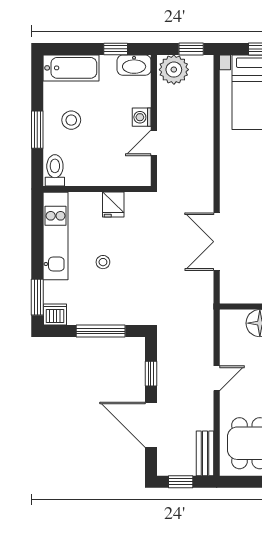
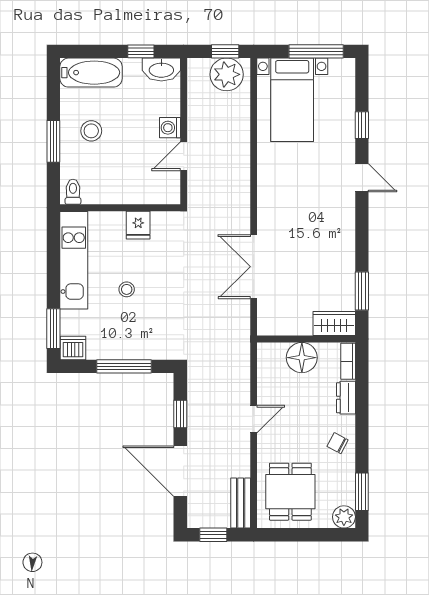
plant: (174, 70) -> (227, 74), moved
toilet: (55, 170) -> (73, 192), width x0.73, depth x0.72

